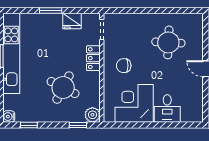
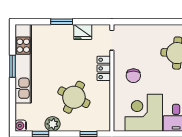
chair: (124, 66) -> (133, 76), turned -90
plant: (92, 115) -> (53, 124), moved

